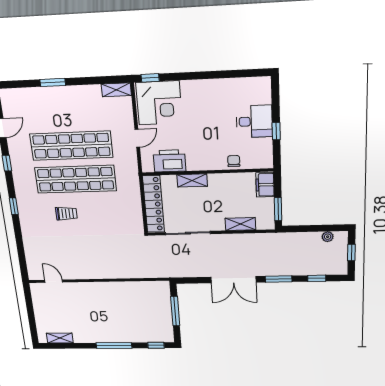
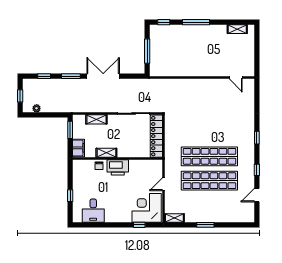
window: (150, 78) -> (139, 225), moved
window: (53, 82) -> (205, 225), moved
desk: (254, 121) -> (93, 211), moved, turned -90
window: (276, 131) -> (70, 196), moved
printer: (170, 161) -> (118, 167), moved
shelving: (192, 180) -> (106, 153), moved
trolley: (66, 213) -> (219, 131), removed

